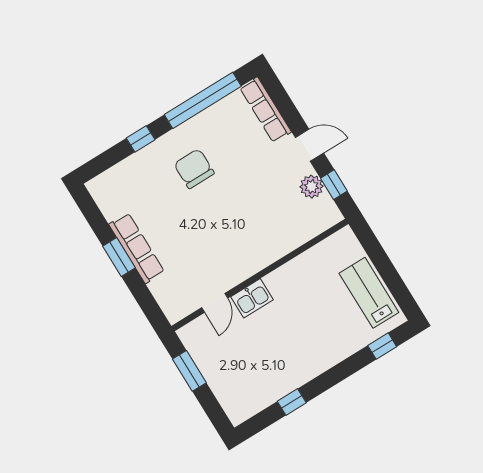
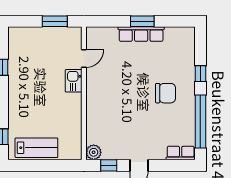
row of seats: (266, 110) -> (181, 153), width x0.68
plant: (312, 187) -> (94, 152), moved
door: (215, 303) -> (84, 58), swing flipped

